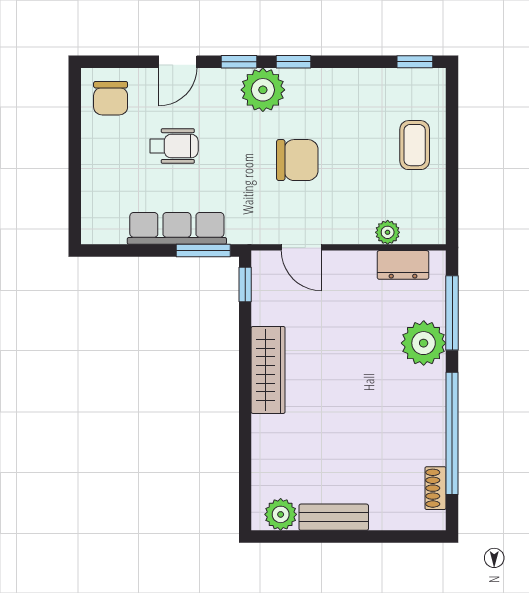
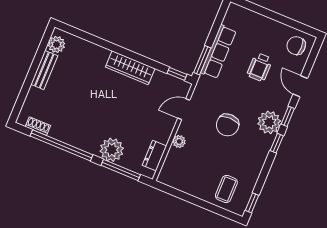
coffee table: (415, 145) -> (226, 189), moved, turned 90
plant: (388, 232) -> (179, 141), moved

